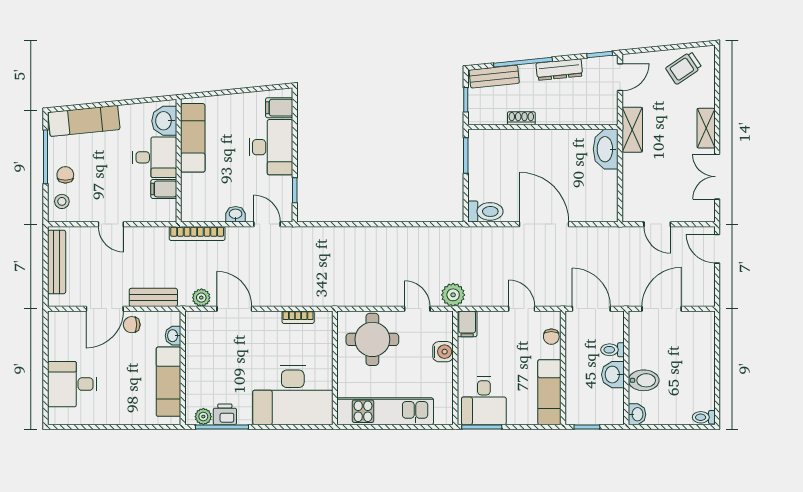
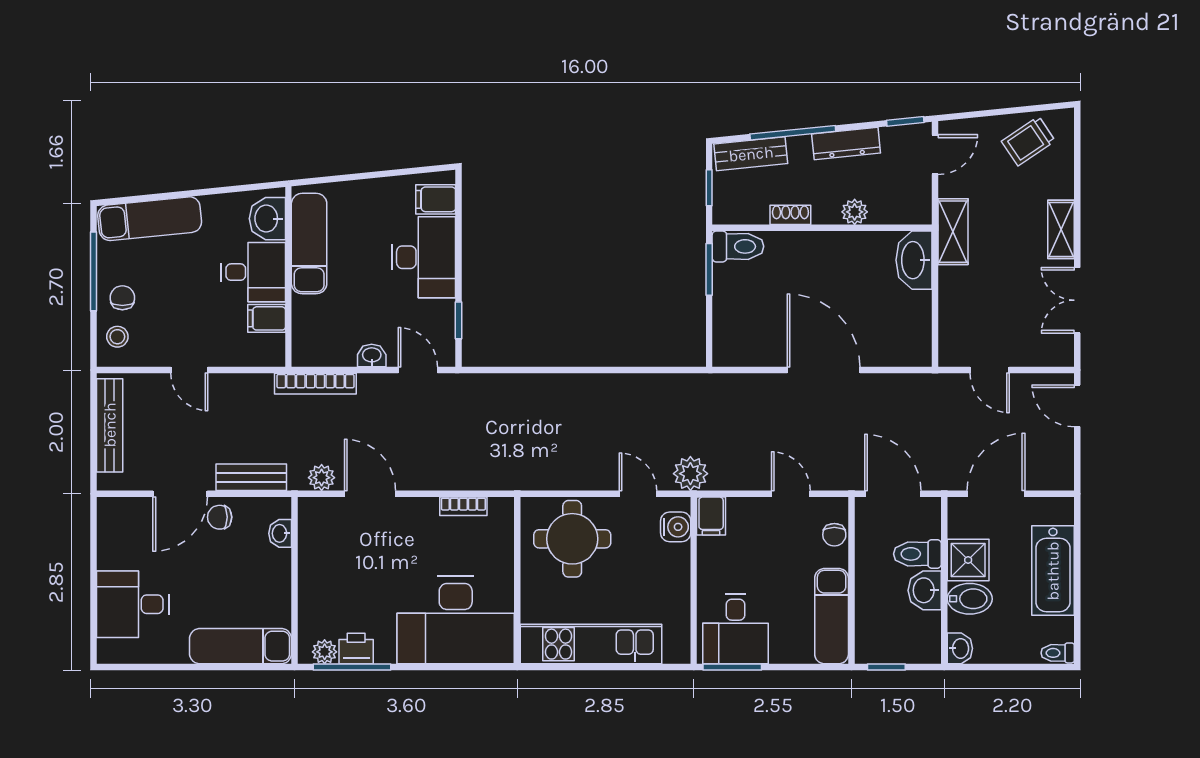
plant: (565, 116) -> (855, 212), added
toilet: (485, 211) -> (738, 246), moved
toilet: (613, 350) -> (917, 554), width x1.37, depth x1.39
water cooler: (443, 352) -> (676, 527), moved
shower: (643, 354) -> (968, 560), added
bathtub: (701, 361) -> (1053, 571), added
exam couch: (169, 382) -> (241, 646), moved, turned 90

